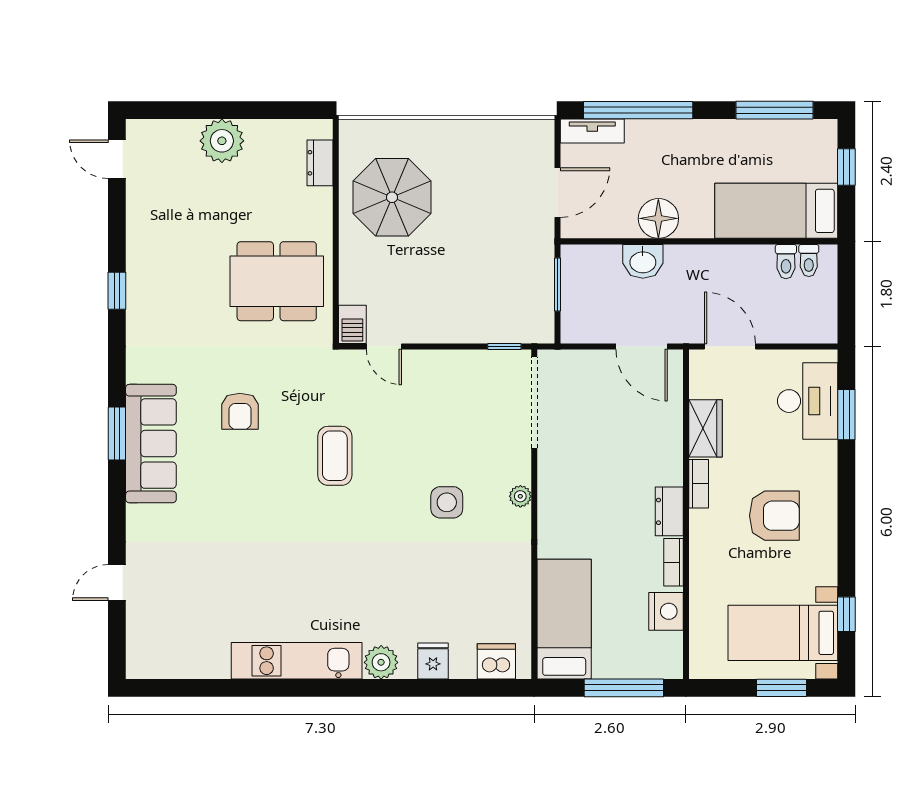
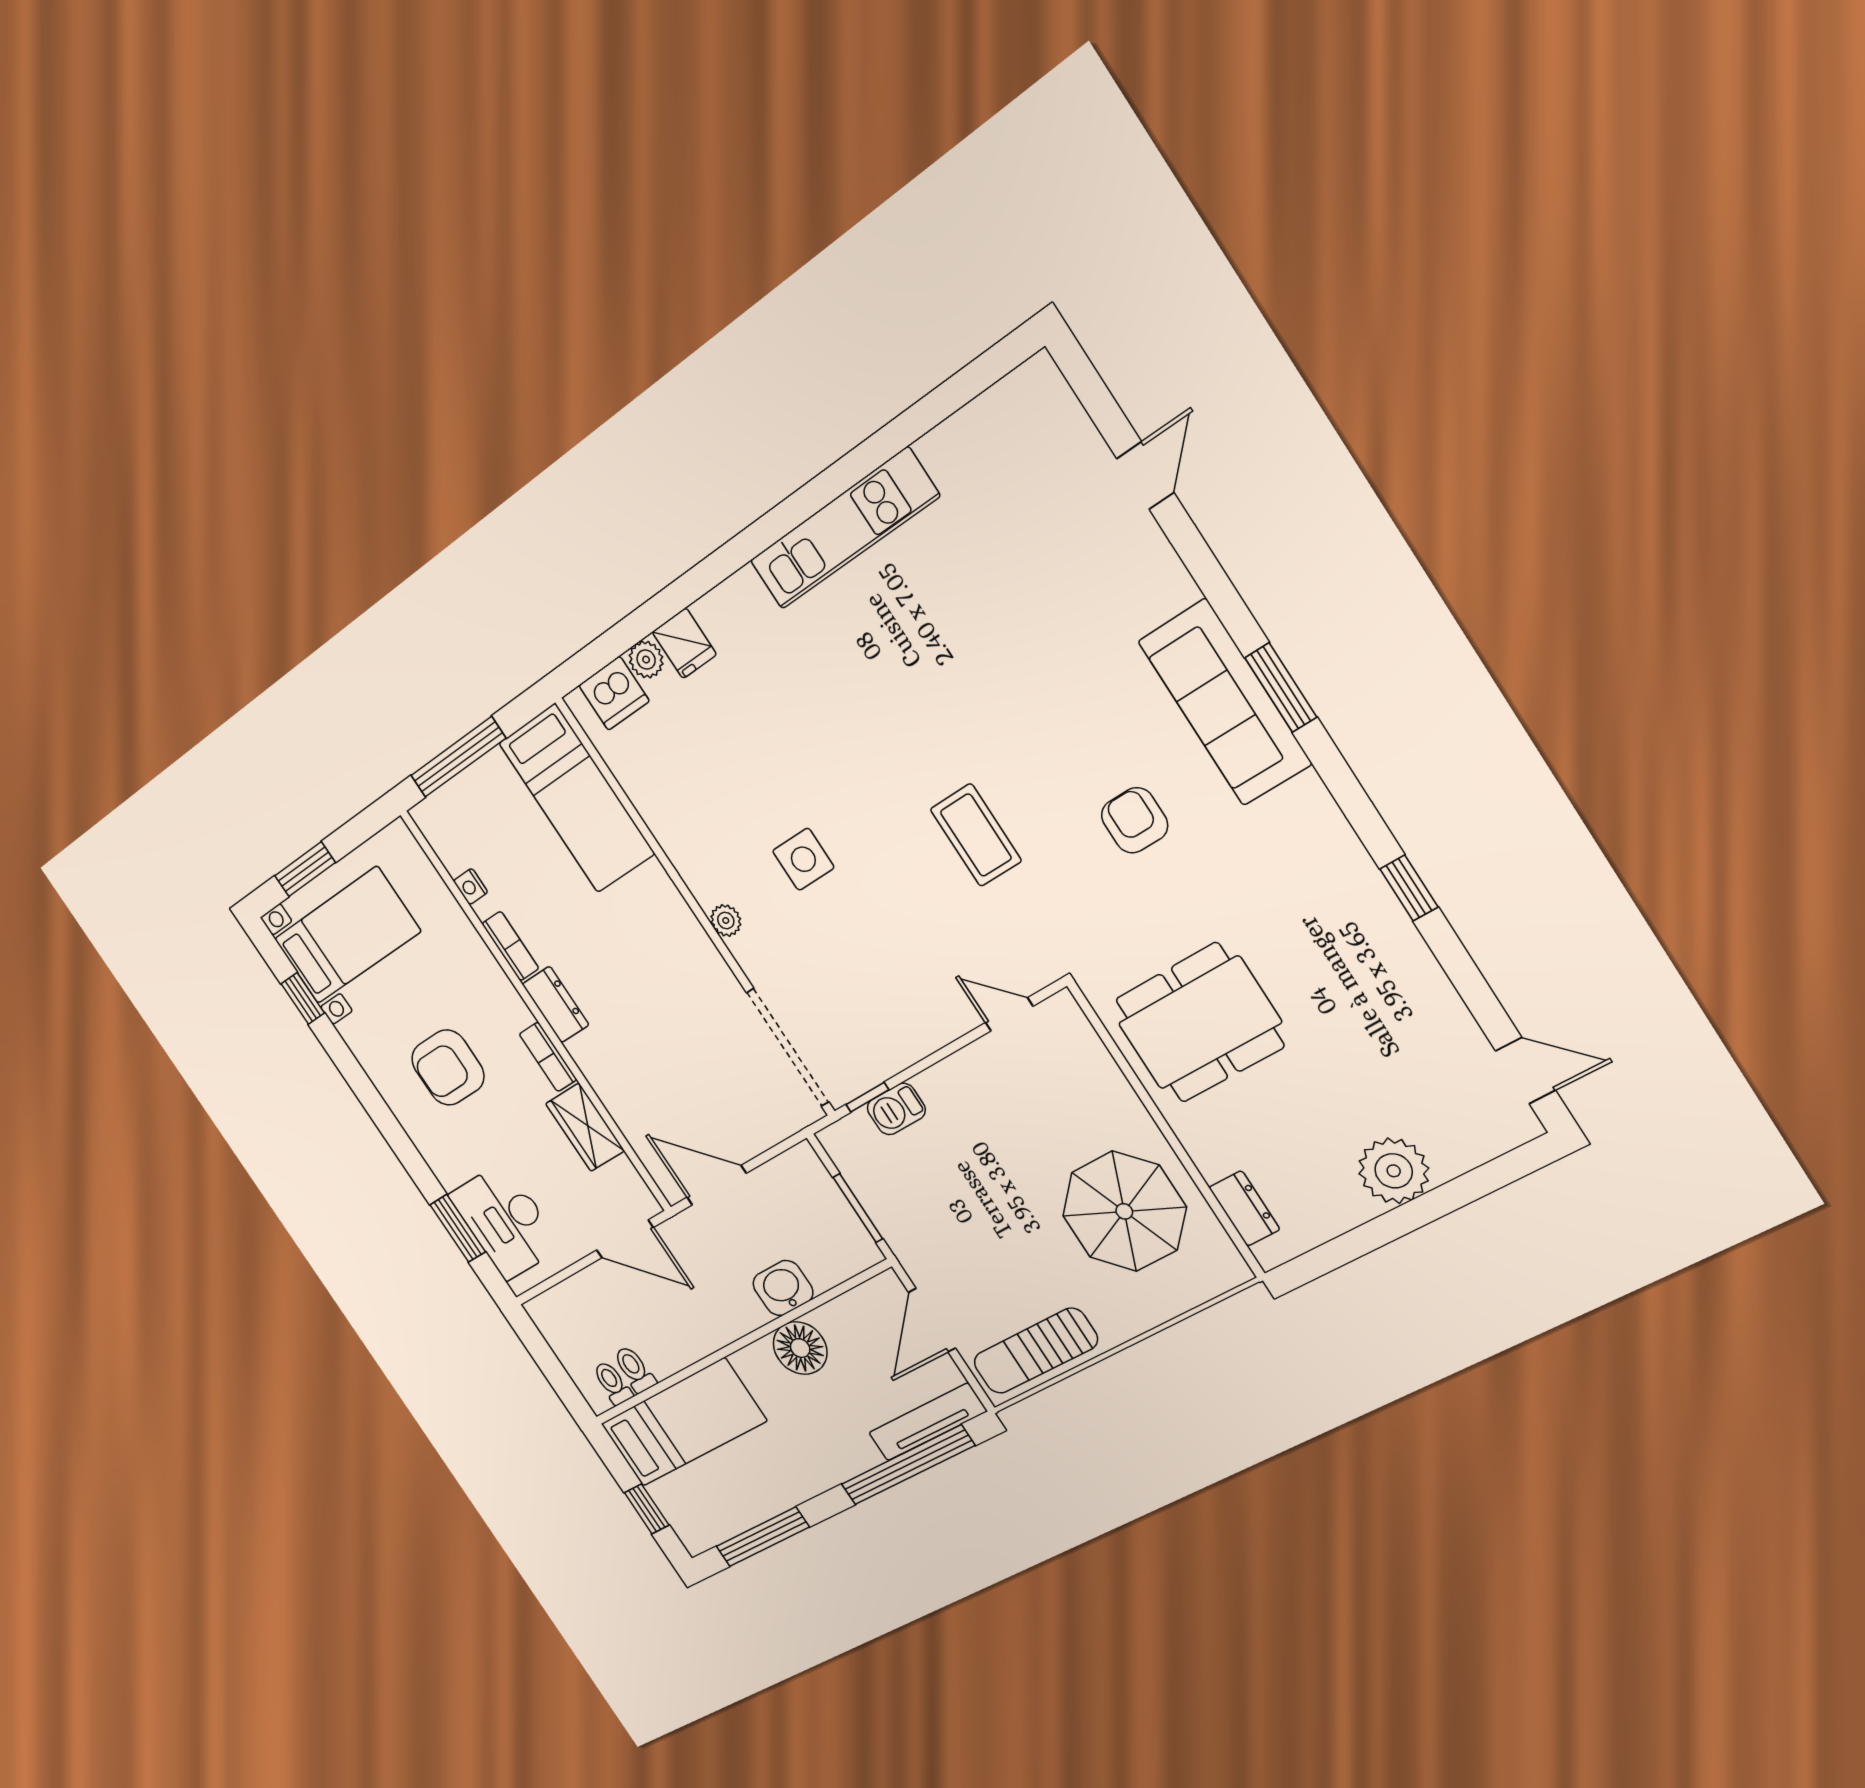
tv unit: (592, 131) -> (928, 1422), width x1.41
sun lounger: (504, 141) -> (1035, 1351), added
barbecue: (352, 324) -> (896, 1109), moved, turned -90
nightstand: (666, 611) -> (471, 887), width x0.53, depth x0.56
plant: (381, 662) -> (646, 660), moved, width x0.73, depth x0.73

